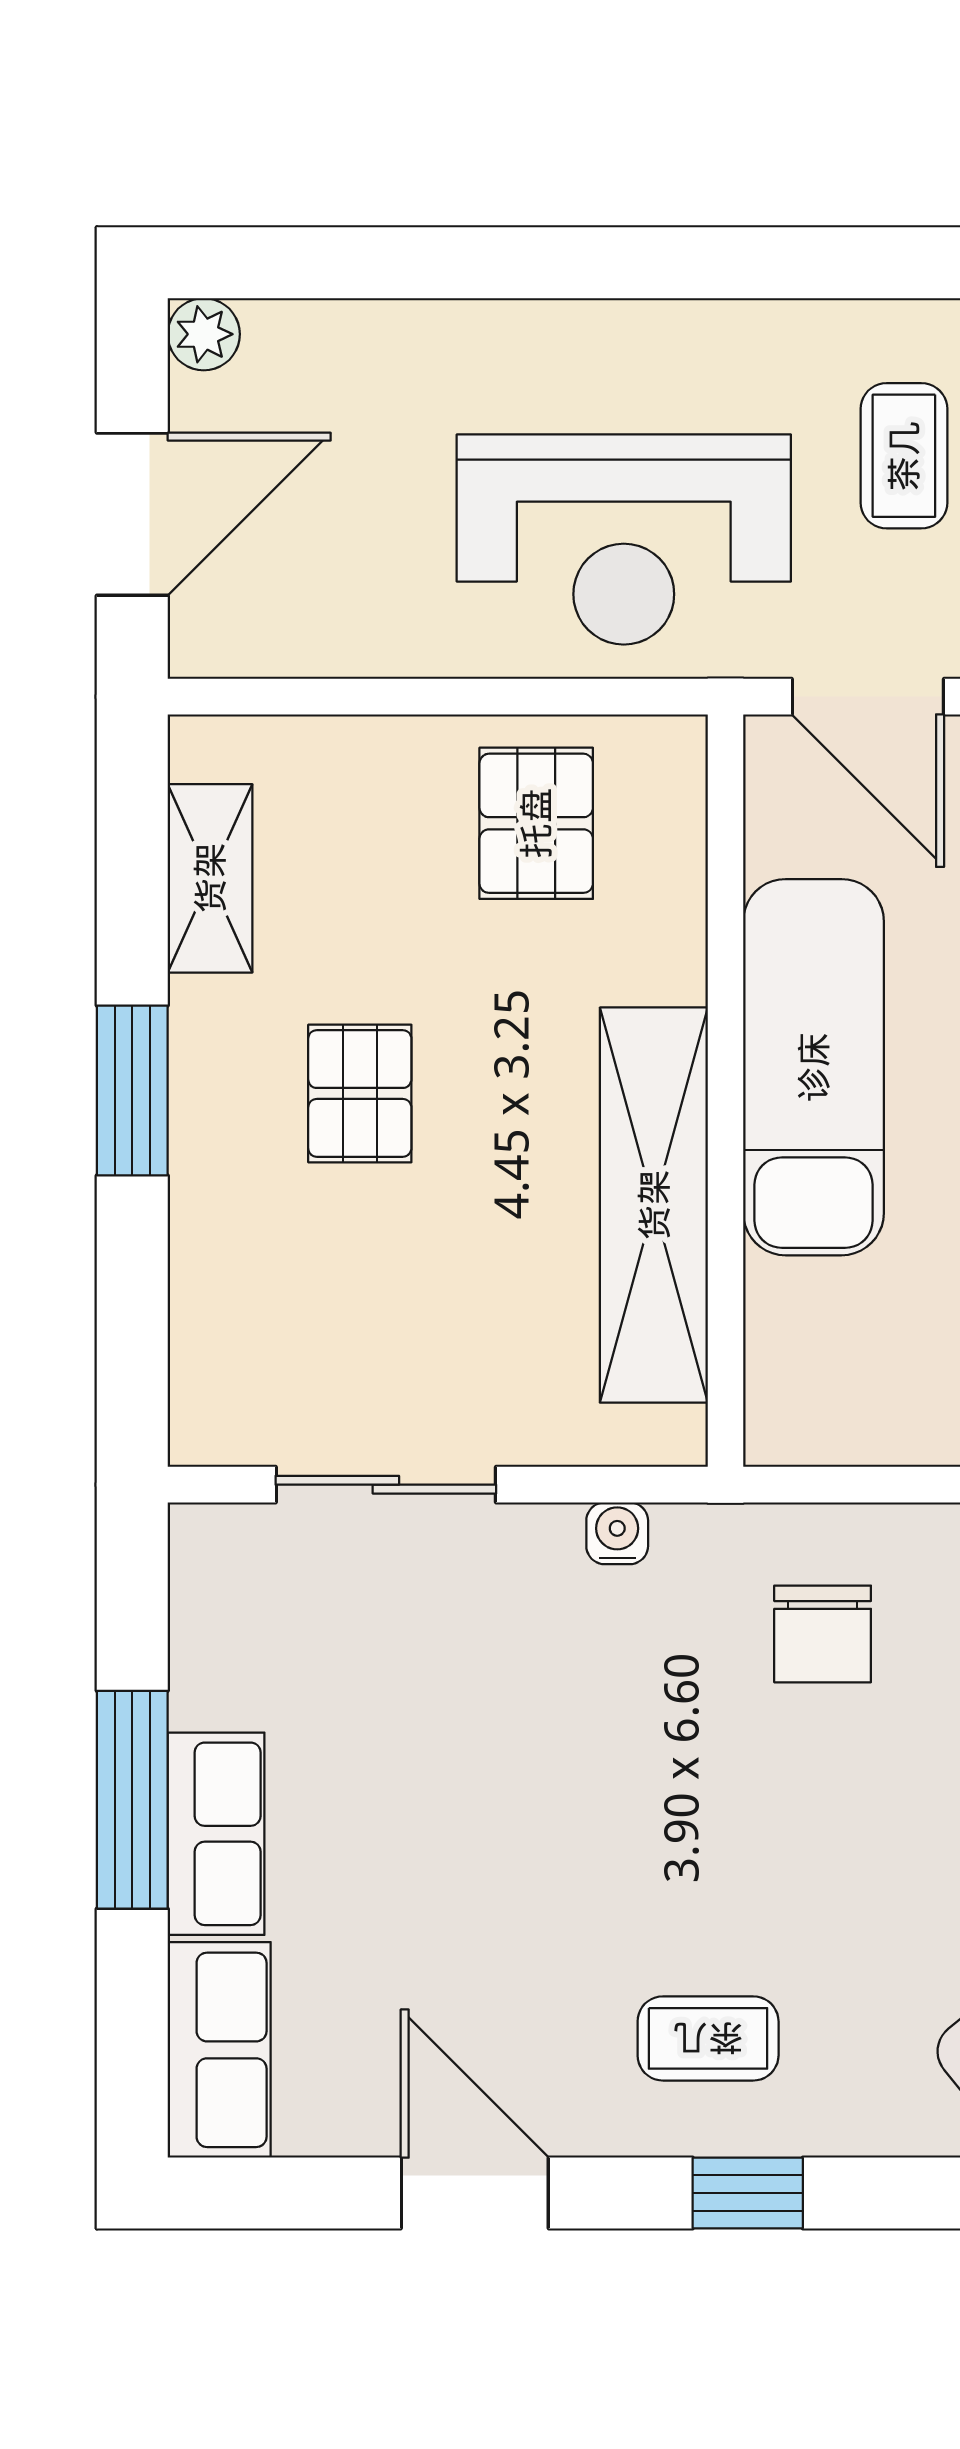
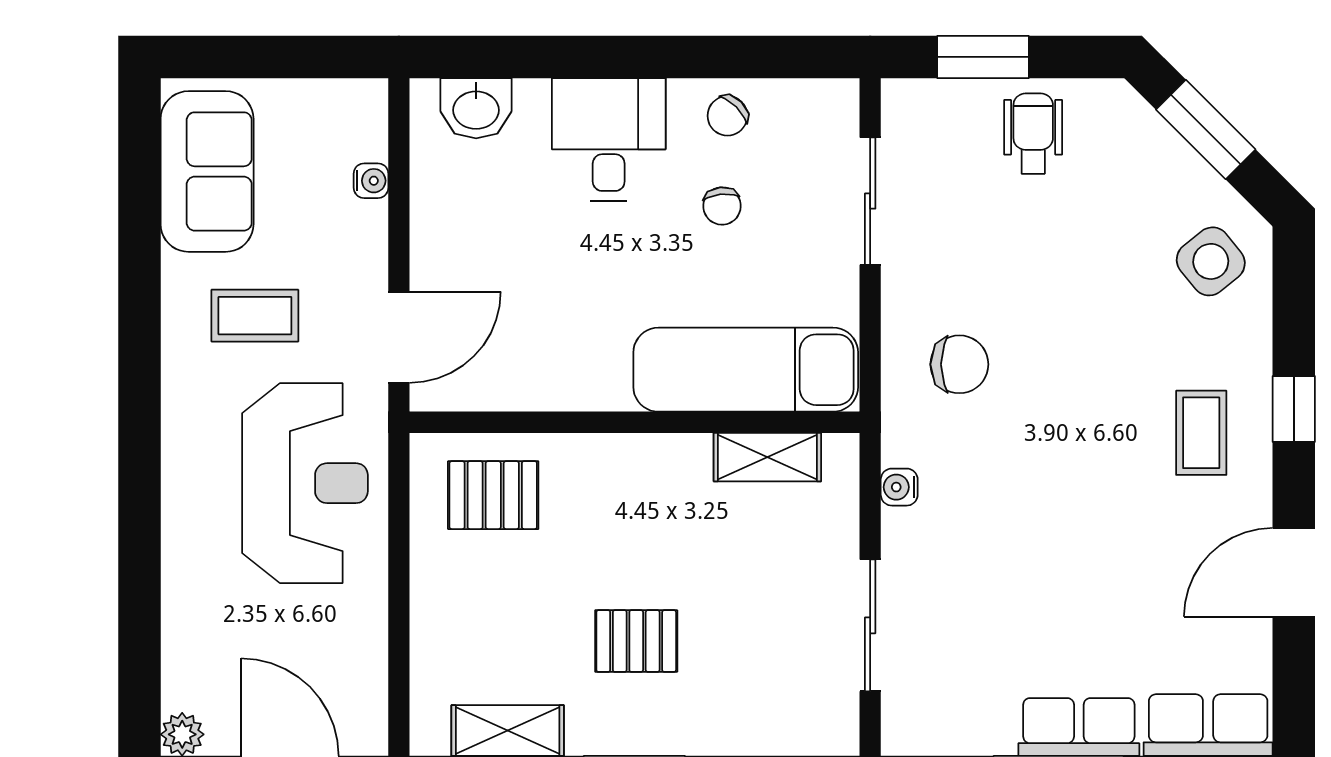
pallet: (536, 823) -> (493, 495), moved
exam couch: (814, 1067) -> (746, 370), moved
shelving: (654, 1205) -> (767, 457), width x0.45, depth x0.75

